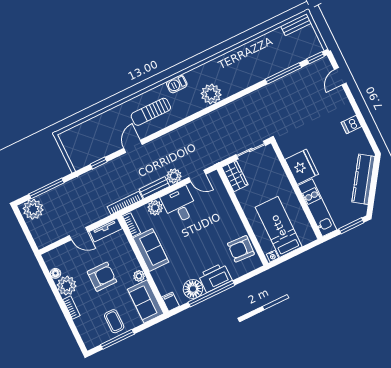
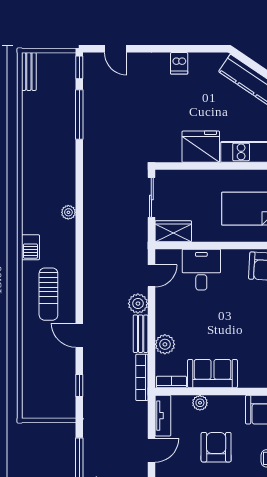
plant: (211, 94) -> (68, 212), width x0.53, depth x0.53
desk: (179, 205) -> (201, 270), moved, turned 90
plant: (139, 276) -> (200, 403), moved

